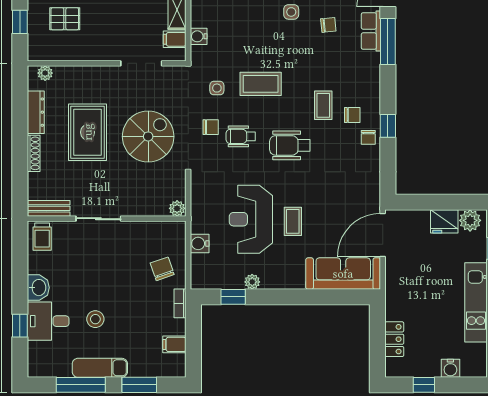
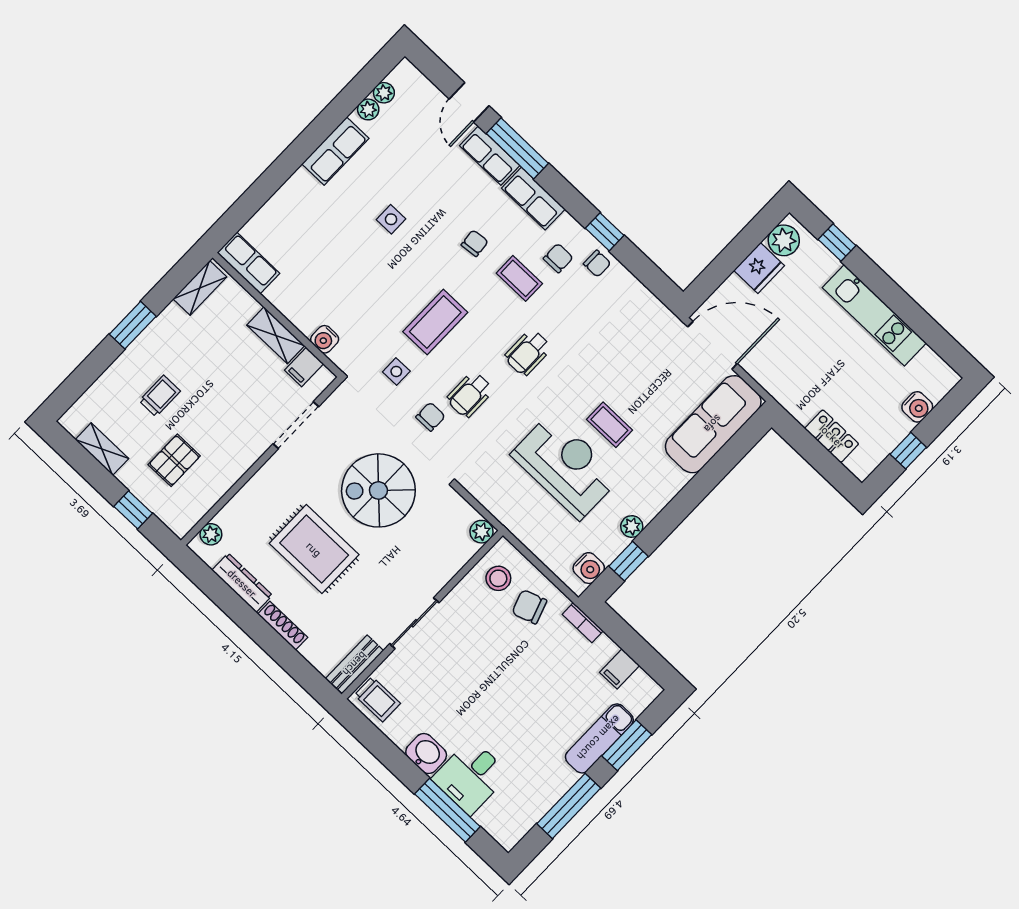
chair: (328, 25) -> (475, 243), moved
row of seats: (370, 74) -> (533, 199), added
spiral stairs: (148, 136) -> (378, 490), turned -90
wheelchair: (290, 145) -> (528, 353), width x0.73, depth x0.73
reception desk: (251, 219) -> (566, 466), turned 180
door: (383, 235) -> (712, 345), swing flipped
water cooler: (200, 243) -> (589, 568), moved, turned -90
stool: (95, 319) -> (498, 578), moved
window: (20, 326) -> (447, 810), width x2.17
exam couch: (100, 368) -> (599, 738), moved

